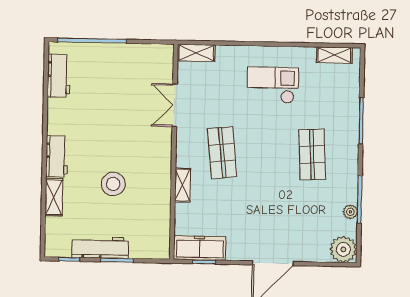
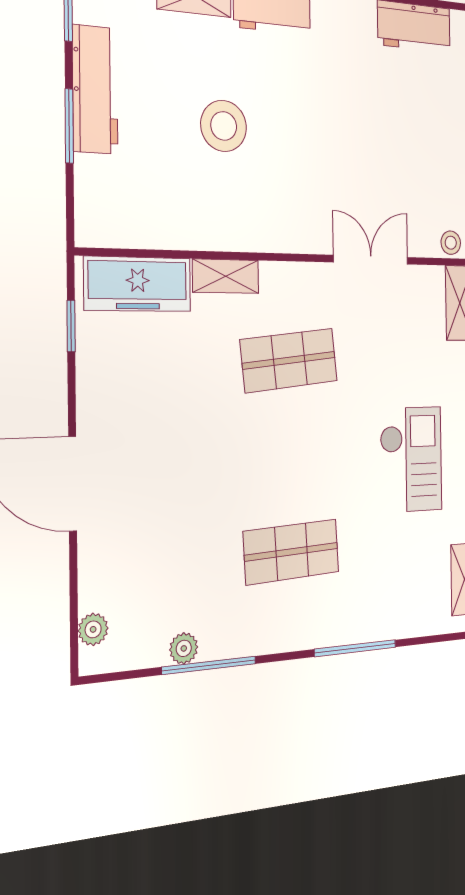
stool: (166, 57) -> (451, 243), added
freezer: (200, 248) -> (138, 284), moved, turned 90
plant: (343, 249) -> (93, 629), width x0.53, depth x0.53

